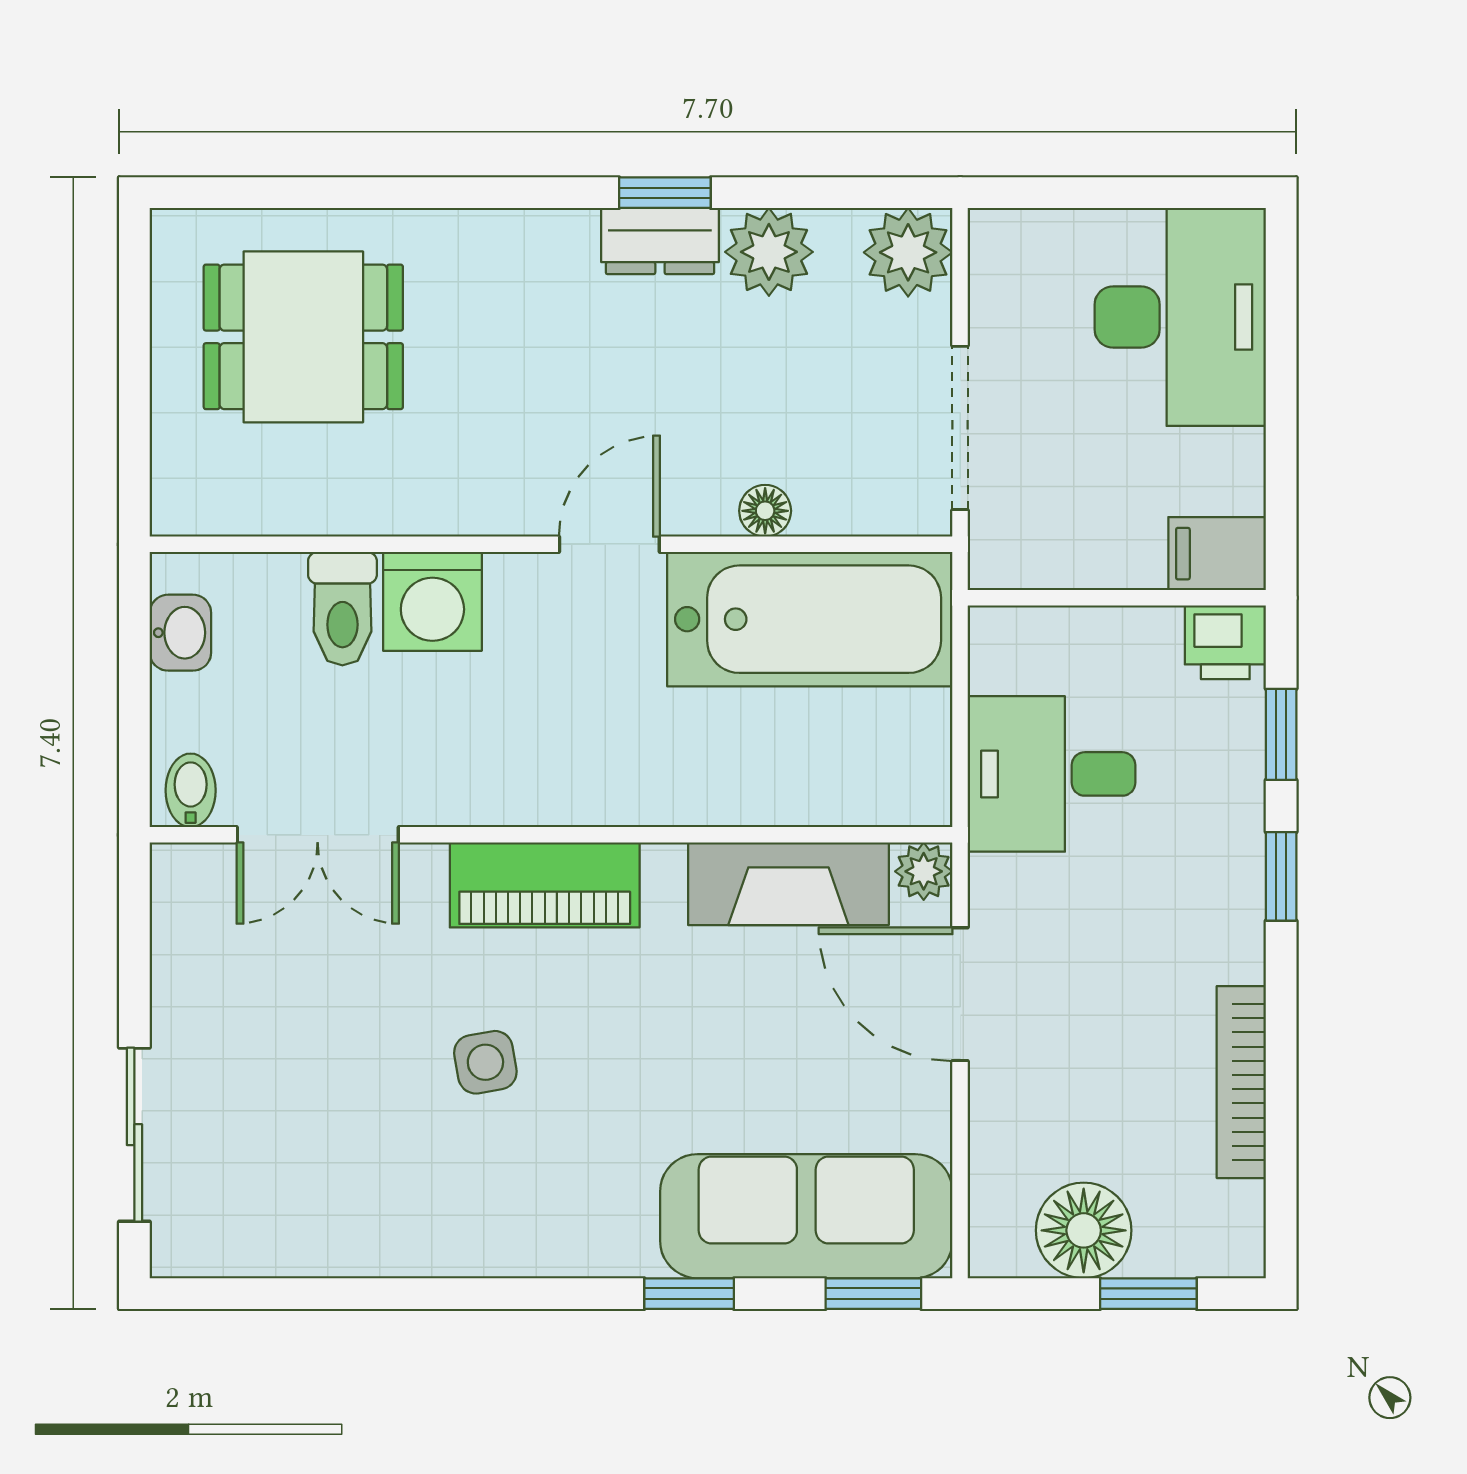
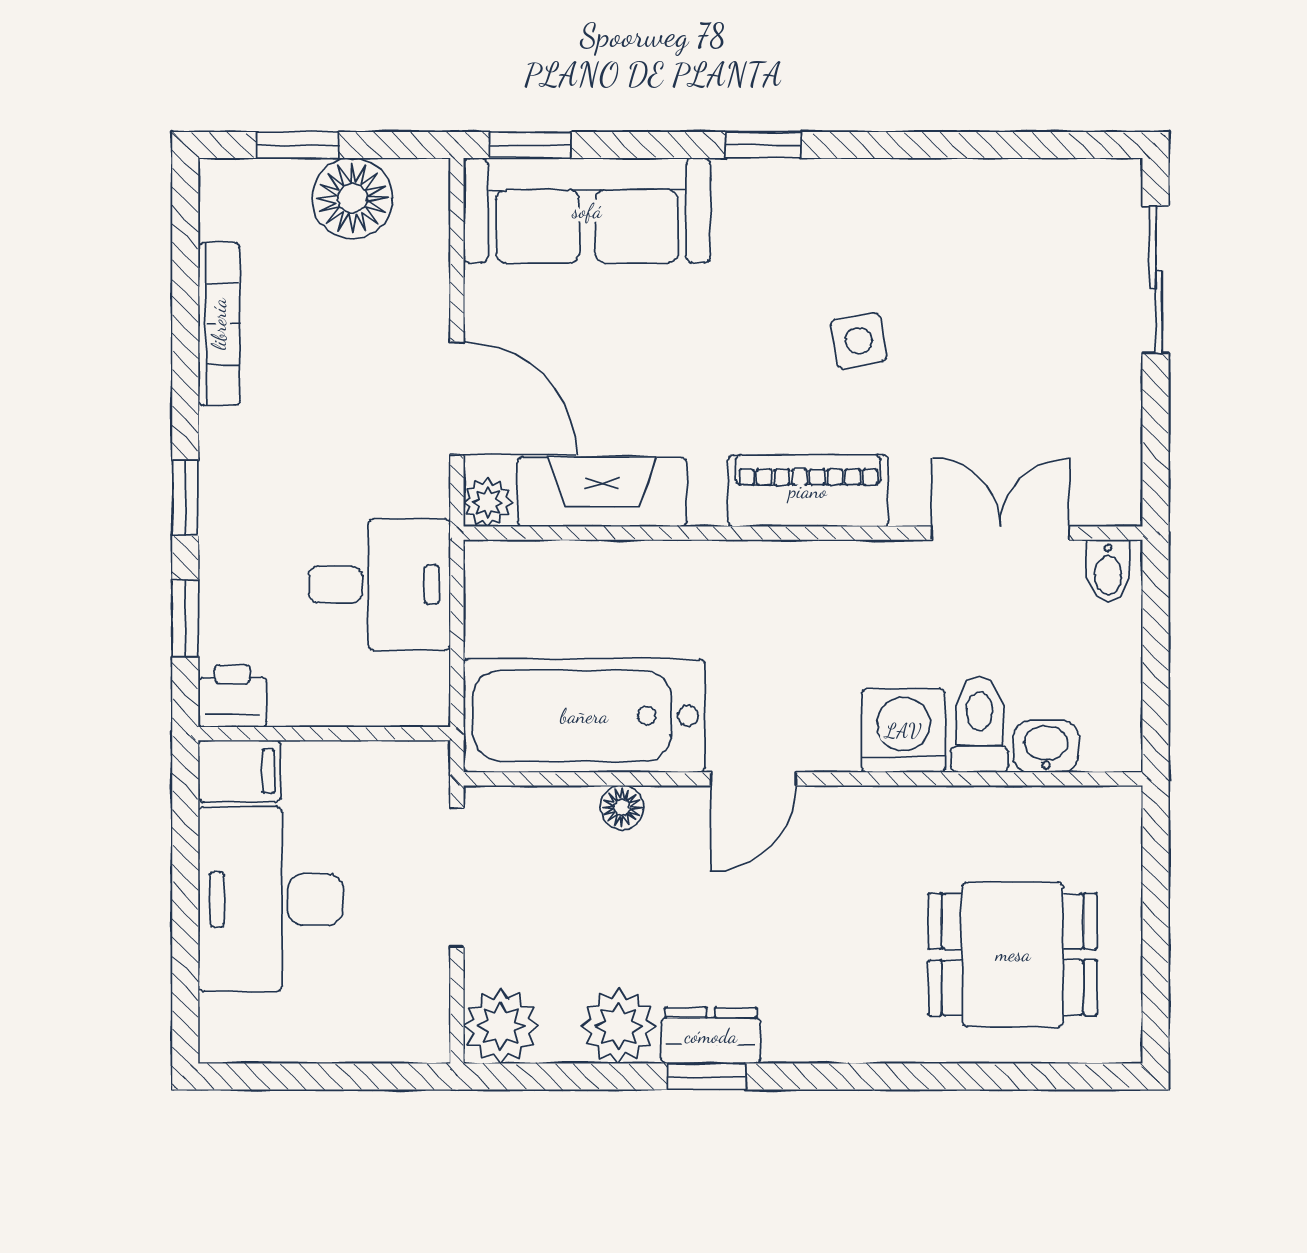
desk: (1180, 317) -> (271, 899), moved
washbasin: (180, 633) -> (1046, 746), moved, turned 90
window: (689, 1294) -> (763, 145), moved

